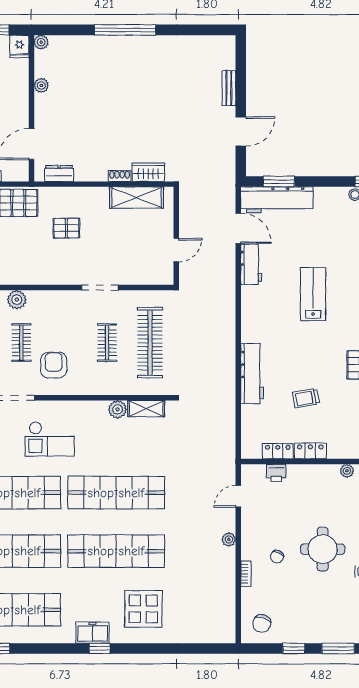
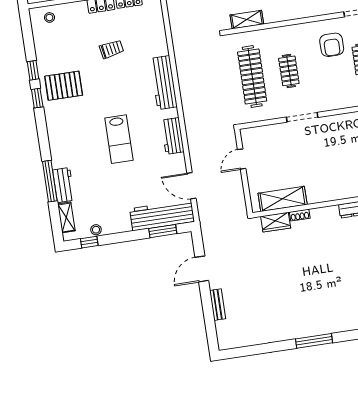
window: (125, 30) -> (314, 341), width x0.68
pallet: (66, 228) -> (338, 164), removed
workbench: (251, 264) -> (173, 136), moved
workbench: (252, 374) -> (164, 83), moved
plant: (118, 409) -> (271, 15), removed

